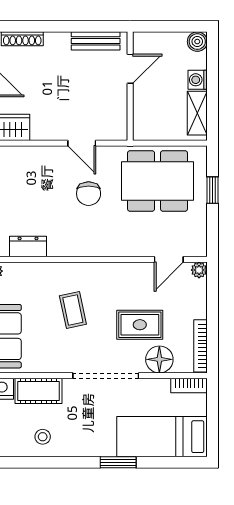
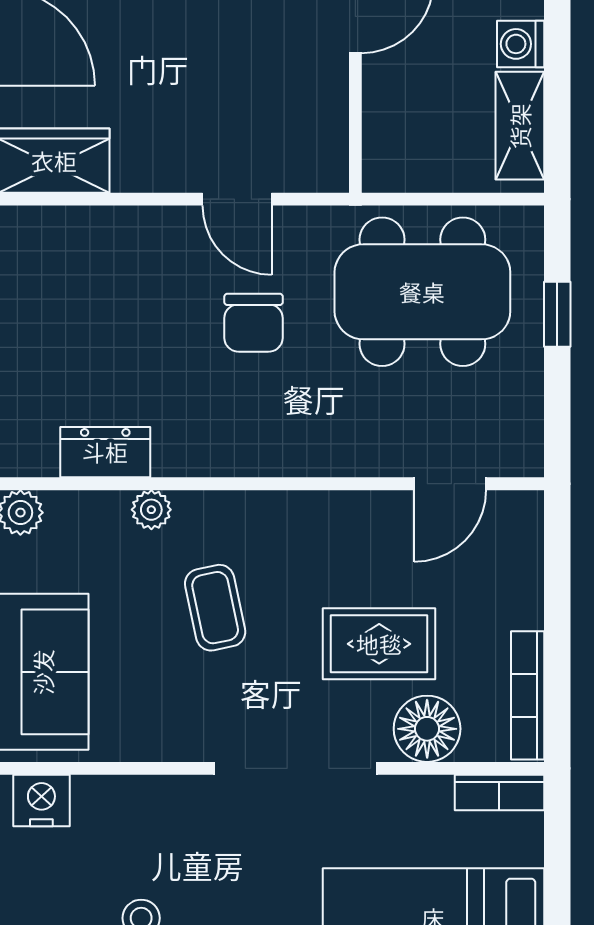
plant: (199, 270) -> (151, 510), moved
cot: (39, 391) -> (131, 806), removed

